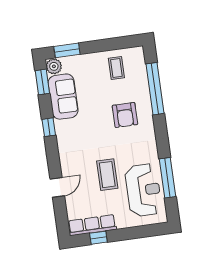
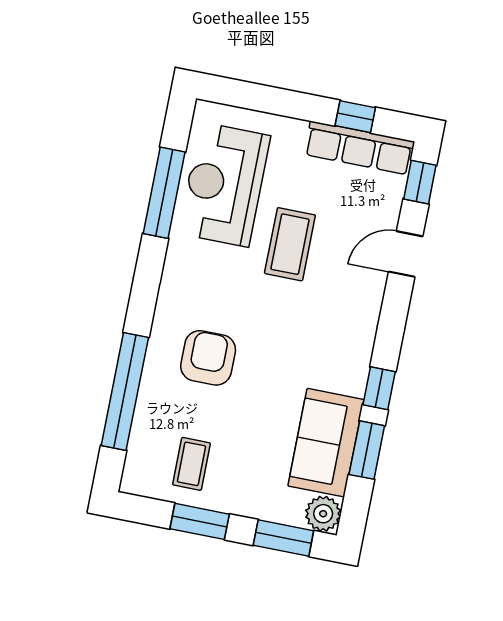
window: (105, 45) -> (200, 521), added
window: (42, 82) -> (367, 450), moved
window: (62, 220) -> (420, 182), added

